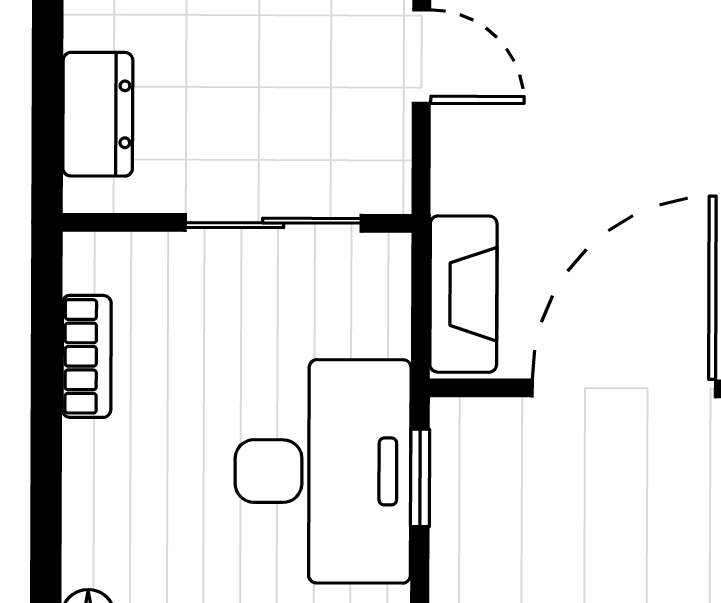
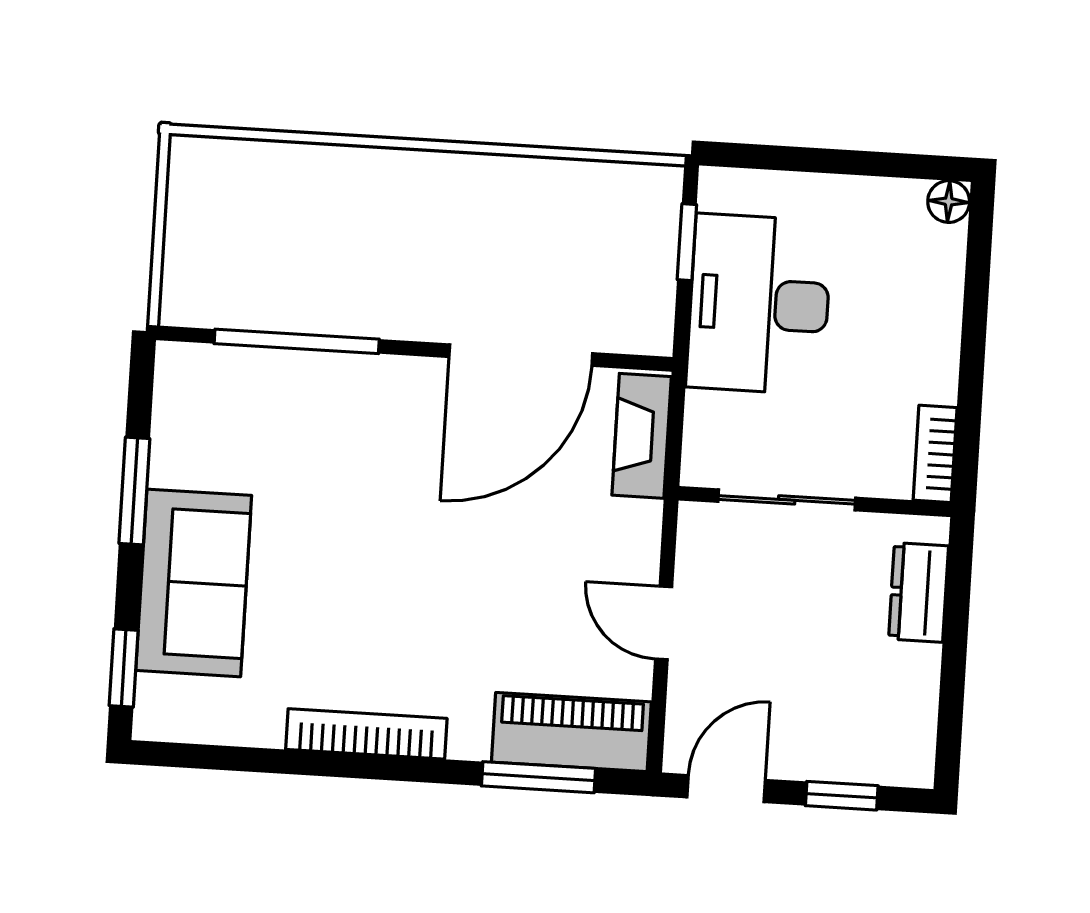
bookcase: (87, 356) -> (935, 454), moved
window: (420, 478) -> (687, 242), moved

